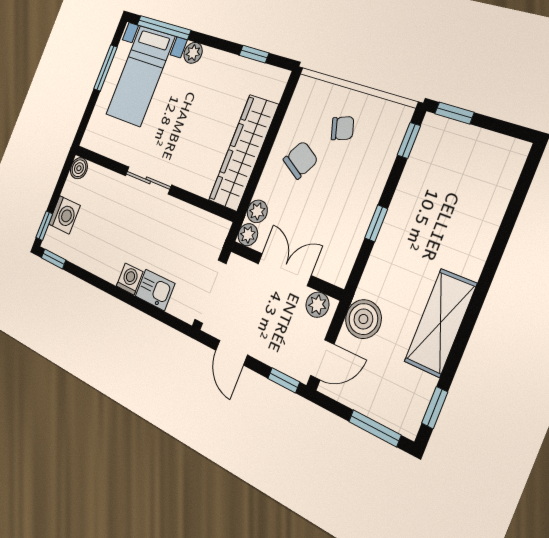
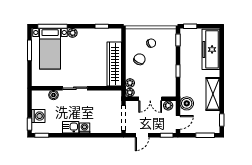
boiler: (79, 168) -> (53, 95), moved
freezer: (485, 195) -> (211, 49), added
double door: (284, 269) -> (150, 99), swing flipped
kitchen sink: (155, 290) -> (71, 127), moved
door: (231, 353) -> (142, 135), hinge flipped

